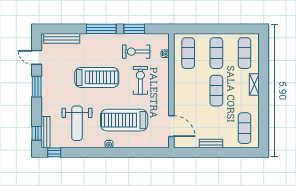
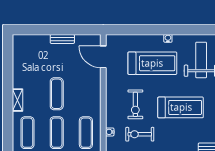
exercise bike: (136, 52) -> (140, 134), turned 180
treadmill: (97, 77) -> (181, 107), turned 180
exercise mat: (245, 128) -> (27, 55), removed

